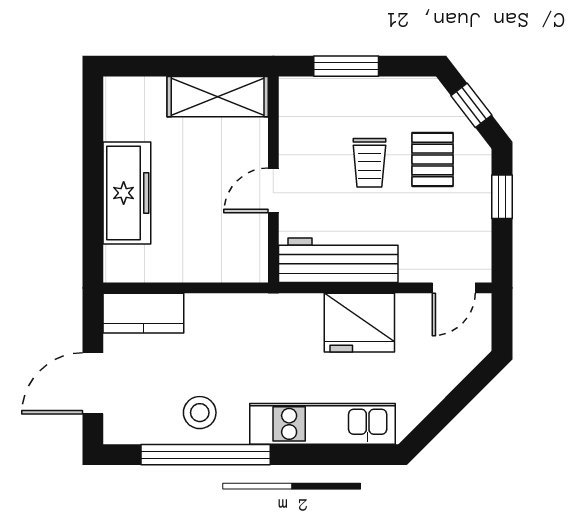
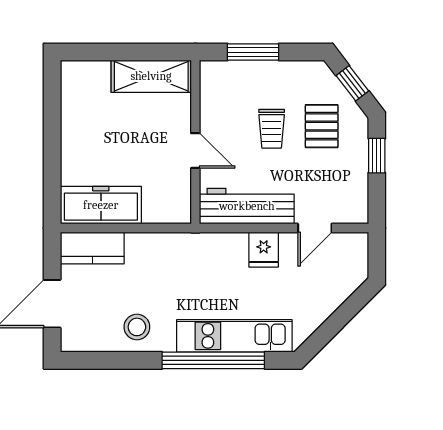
door: (273, 190) -> (195, 151), swing flipped
freezer: (127, 193) -> (101, 205), moved, turned -90
door: (454, 288) -> (315, 228), moved
fridge: (359, 323) -> (264, 250), width x0.53, depth x0.75
window: (206, 455) -> (213, 360), moved

